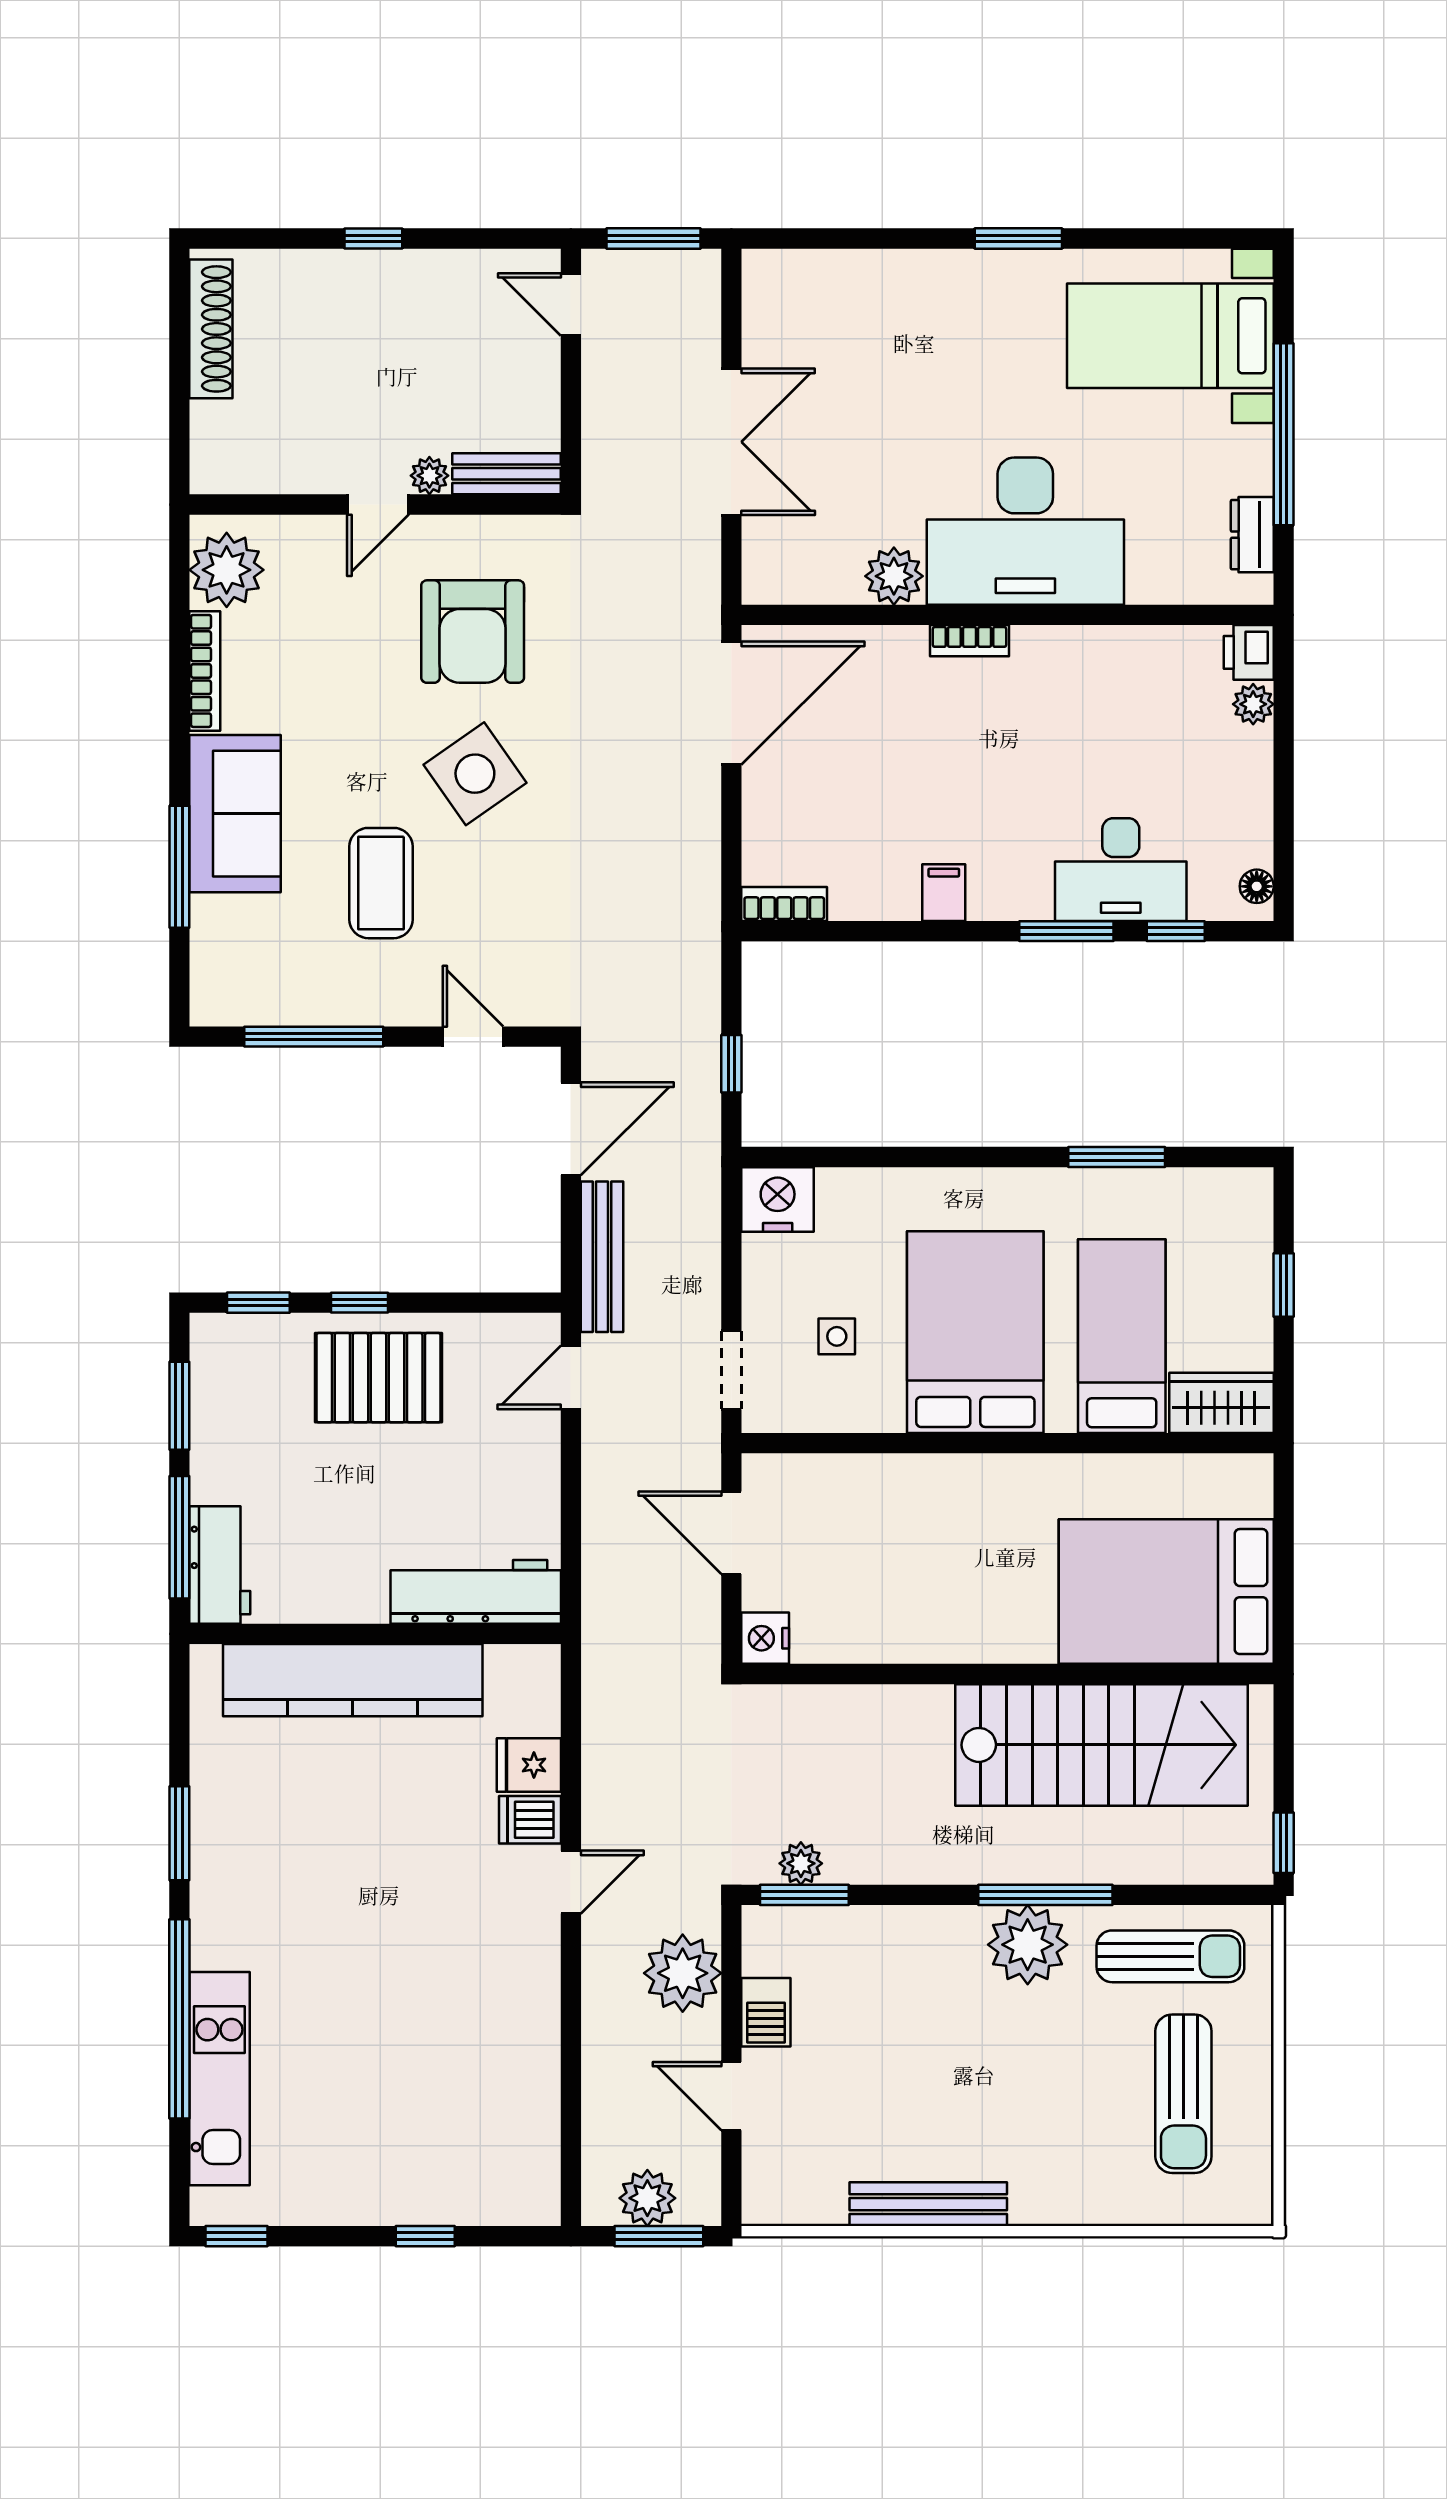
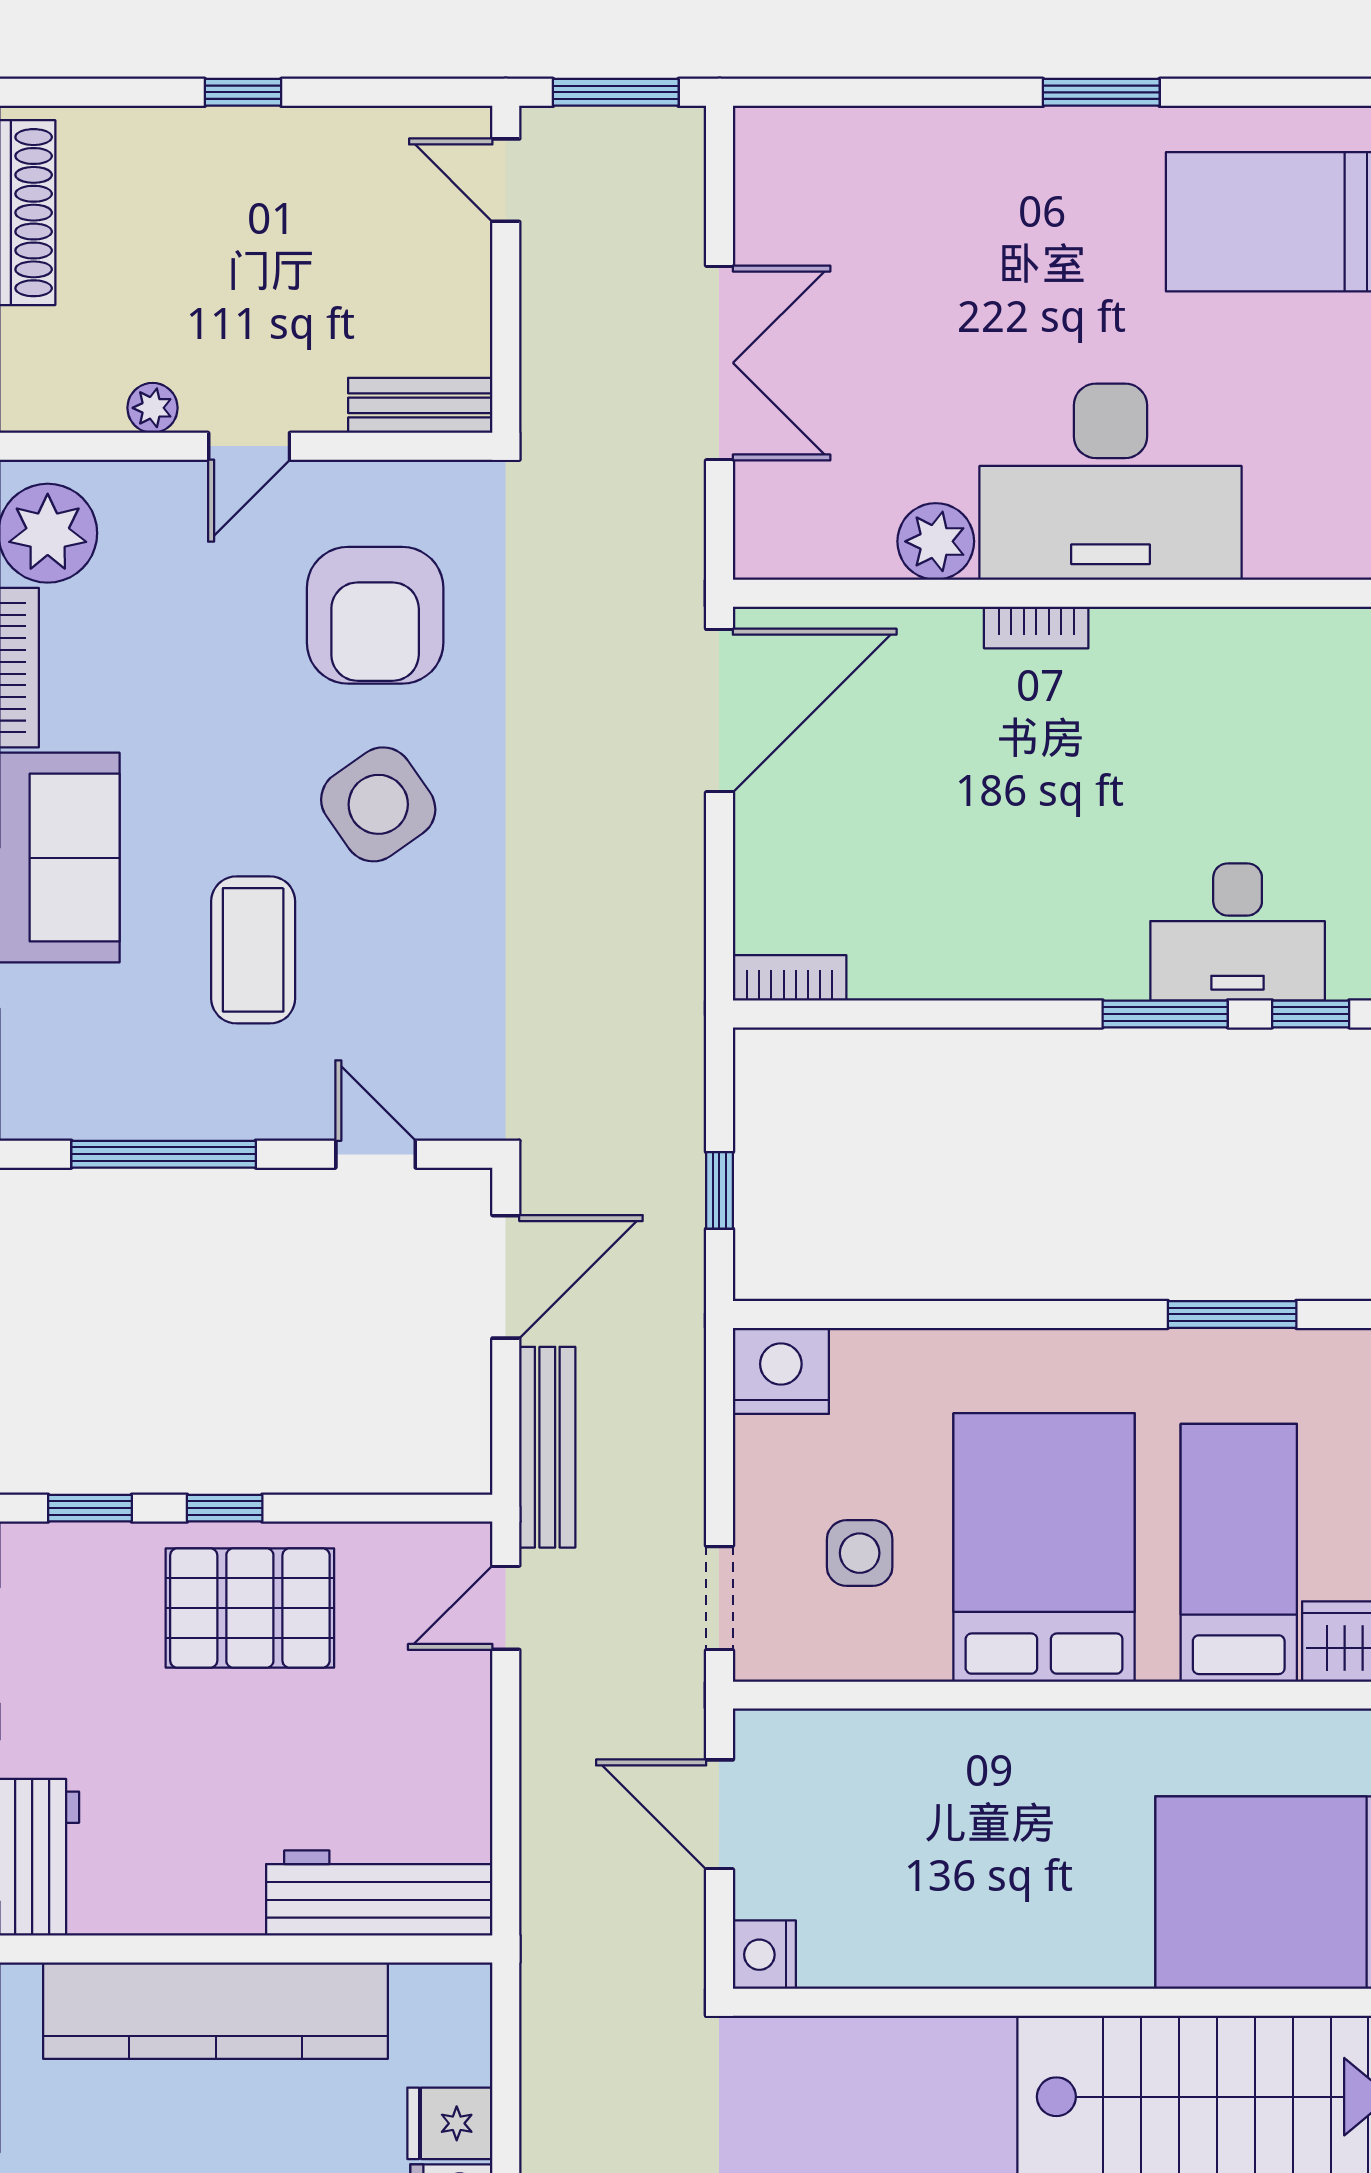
plant: (429, 476) -> (153, 408), moved
filing cabinet: (944, 893) -> (1002, 963), removed
side table: (837, 1336) -> (860, 1553), width x1.37, depth x1.37

